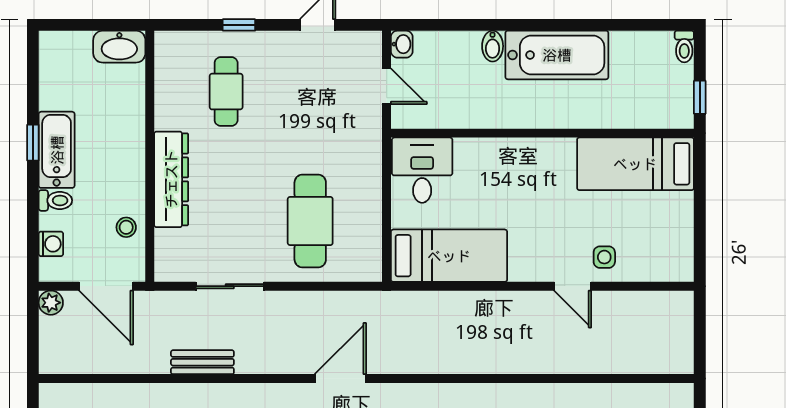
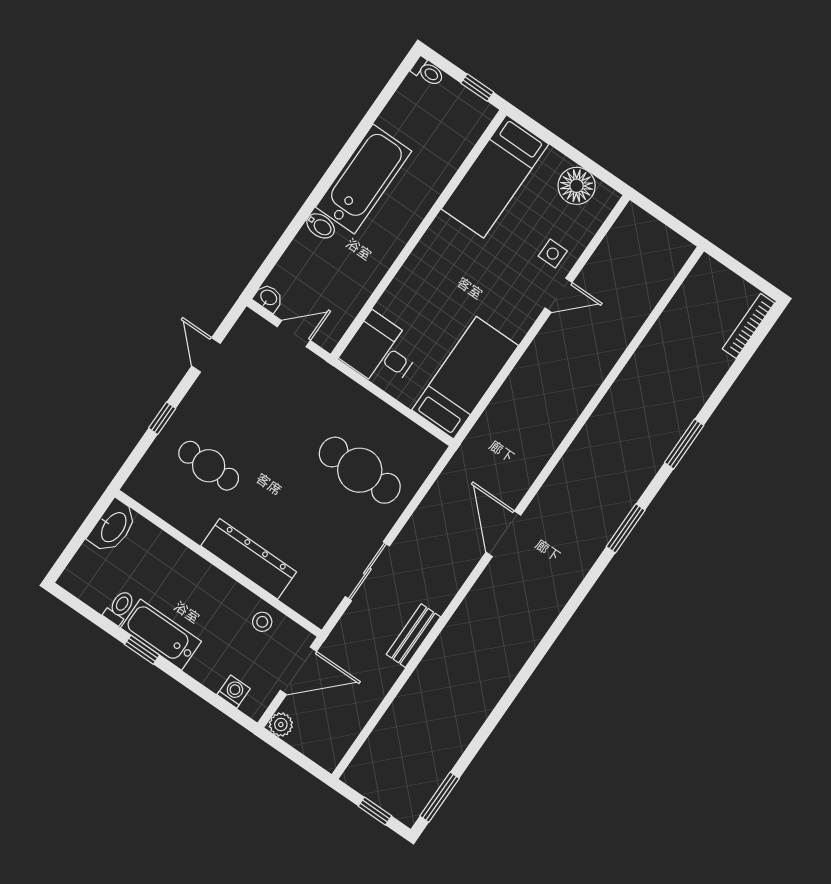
toilet: (55, 200) -> (120, 607), moved
floor lamp: (675, 238) -> (577, 186), added

